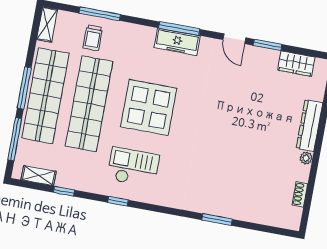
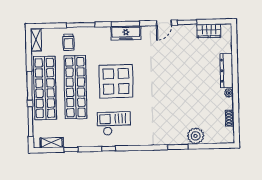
window: (100, 14) -> (81, 25), moved
door: (234, 39) -> (164, 23), hinge flipped
plant: (246, 209) -> (196, 136), added

